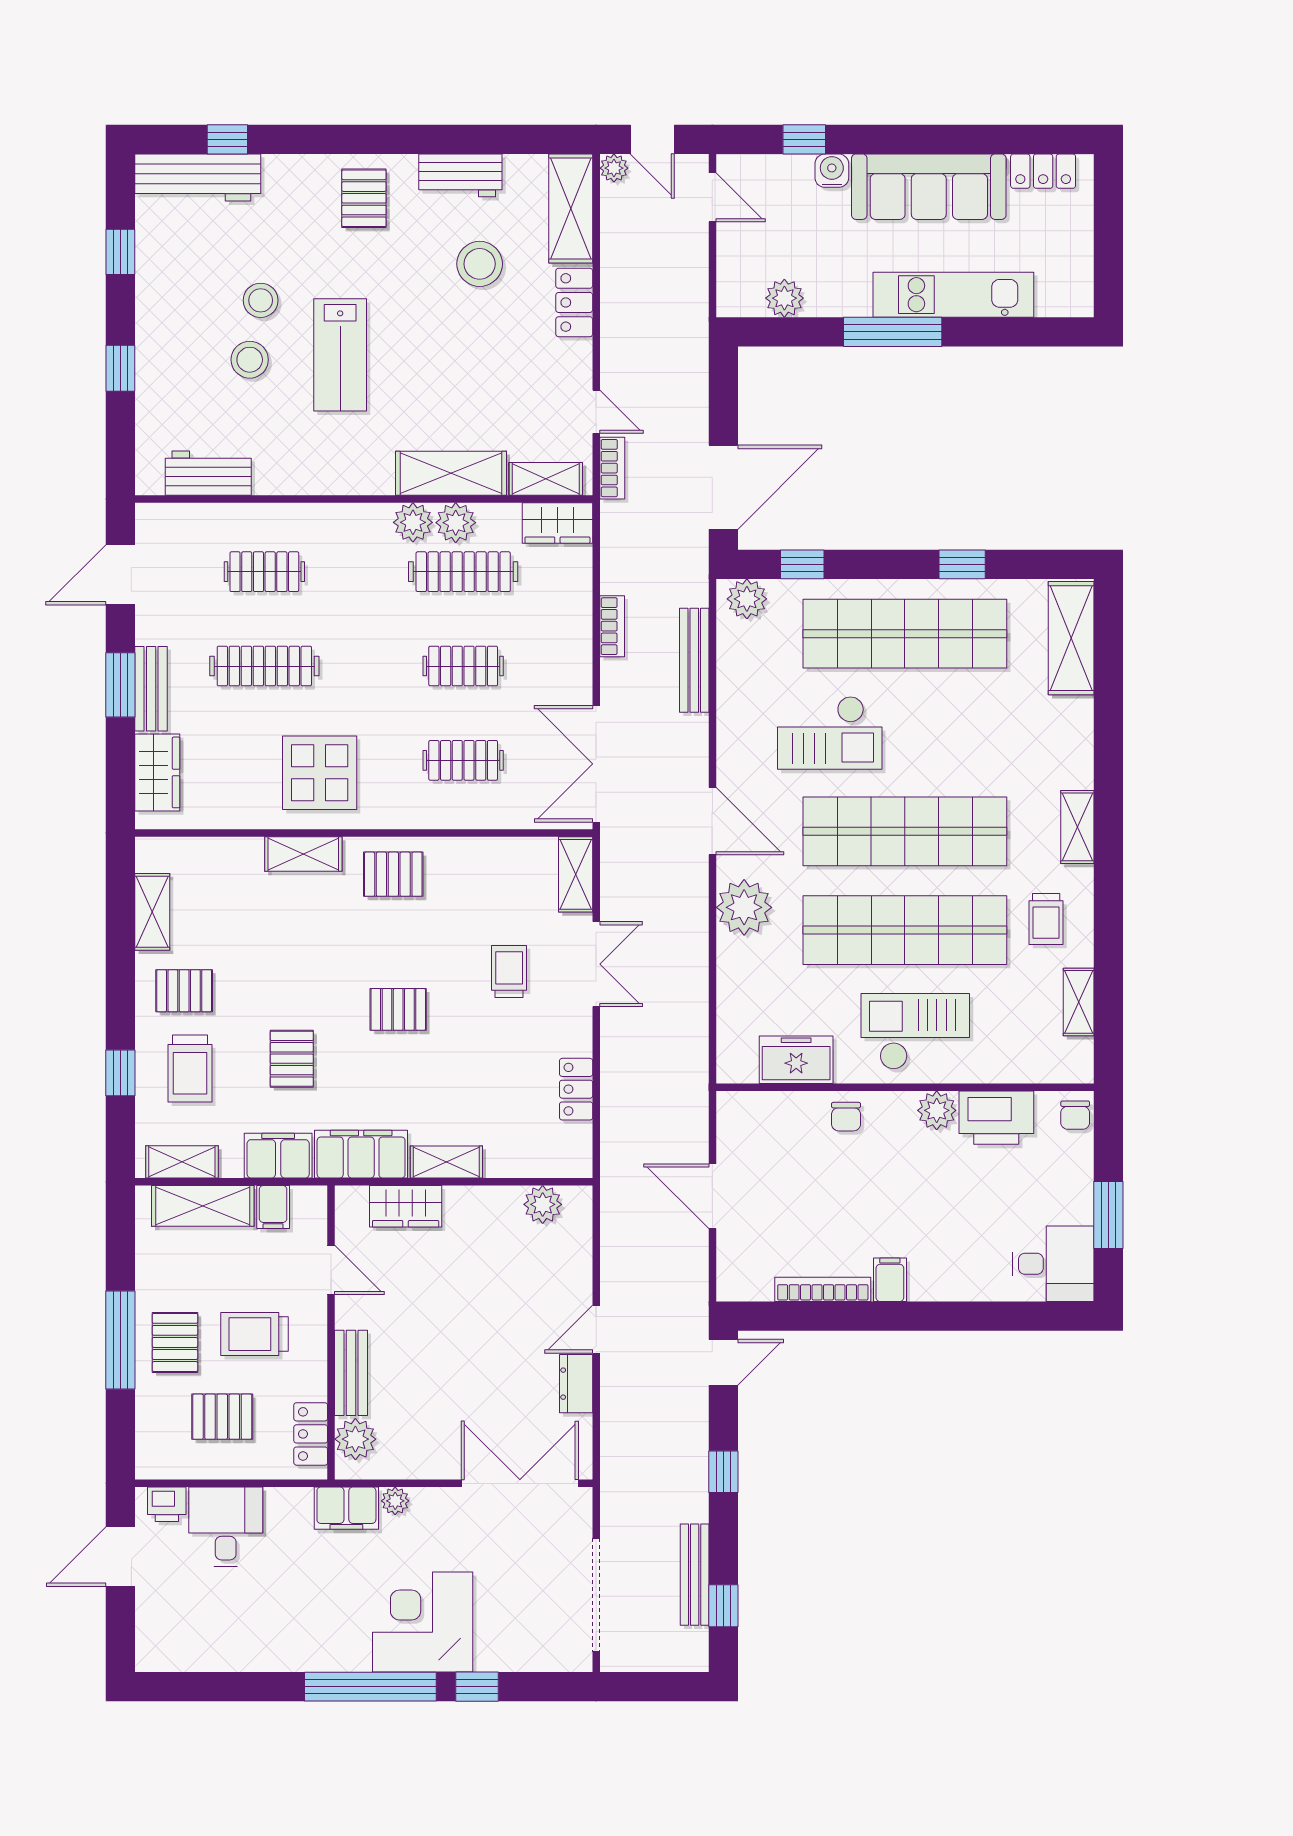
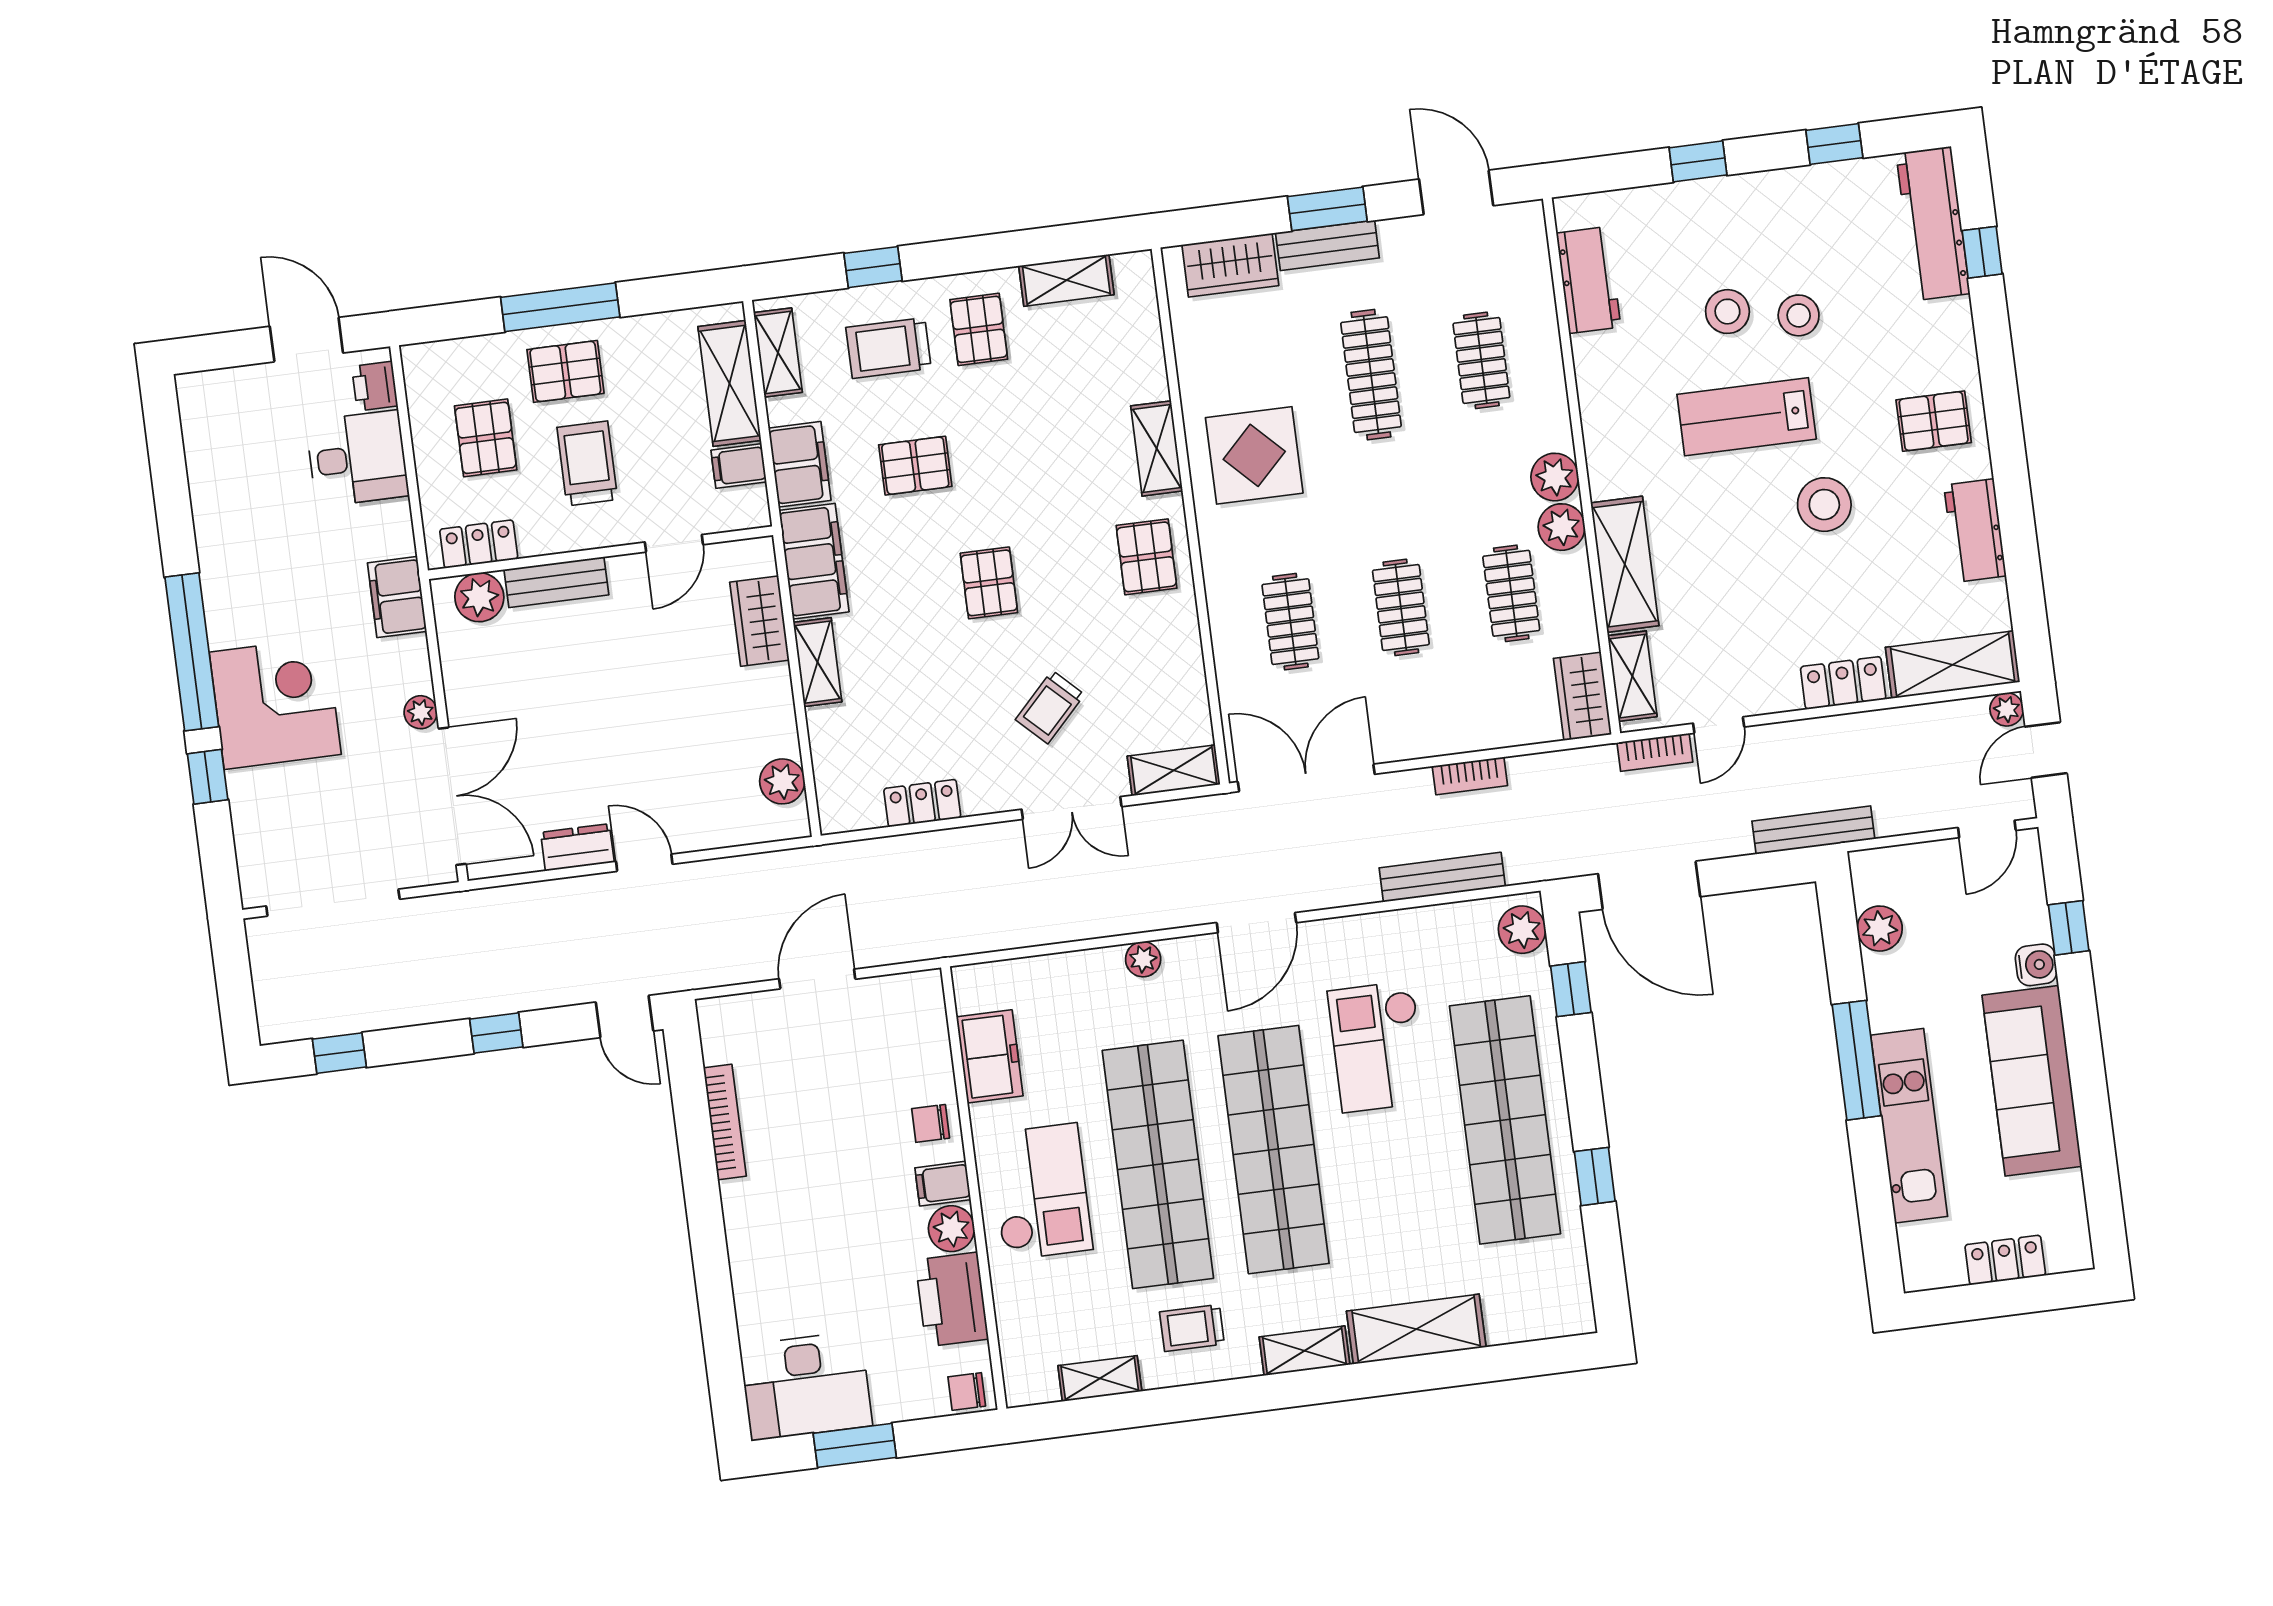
locker: (1043, 171) -> (2005, 1260), moved, turned 90
stool: (480, 264) -> (1824, 505), moved
plant: (456, 523) -> (1555, 477), moved
clothes rail: (463, 572) -> (1511, 593), width x0.73
shelving: (1071, 638) -> (1416, 1329), moved
plant: (744, 907) -> (1143, 959), width x0.53, depth x0.53
trolley: (509, 971) -> (1050, 707), turned 134
desk: (1053, 1264) -> (806, 1386), width x1.37
filing cabinet: (890, 1280) -> (943, 1184), moved, turned 180
plant: (395, 1501) -> (421, 712), moved
bench: (695, 1575) -> (1813, 830), moved

